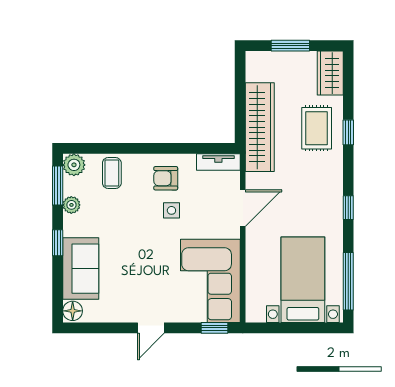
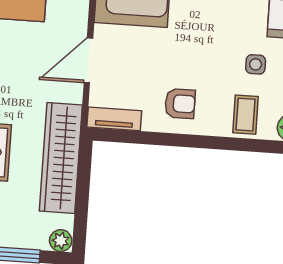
plant: (255, 60) -> (61, 241), added
side table: (171, 210) -> (256, 64), moved

